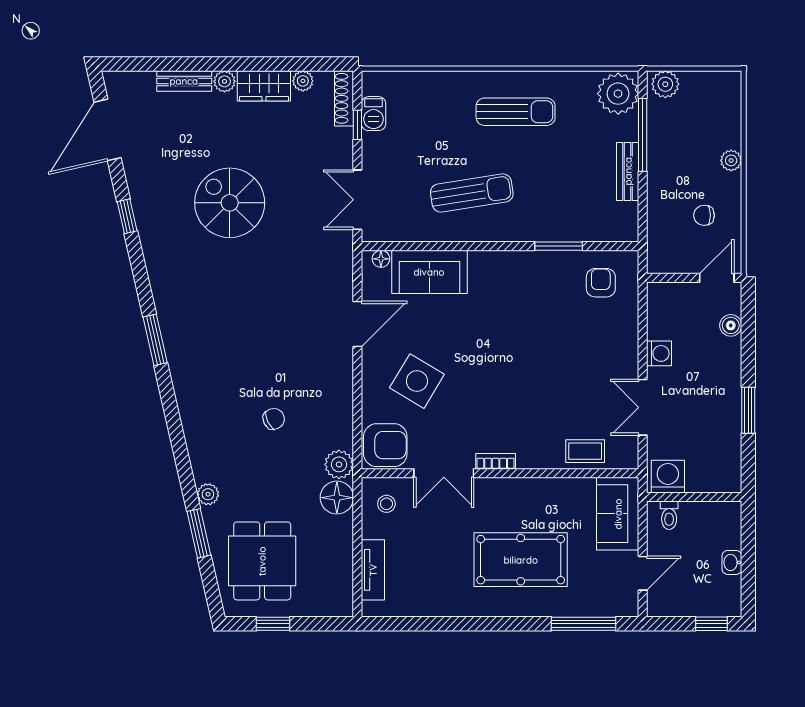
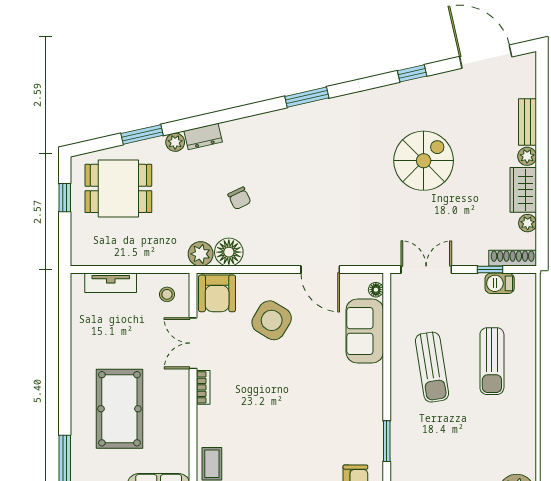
sun lounger: (516, 112) -> (492, 361), moved
dresser: (201, 461) -> (203, 136), added
floor lamp: (337, 498) -> (229, 252), moved

